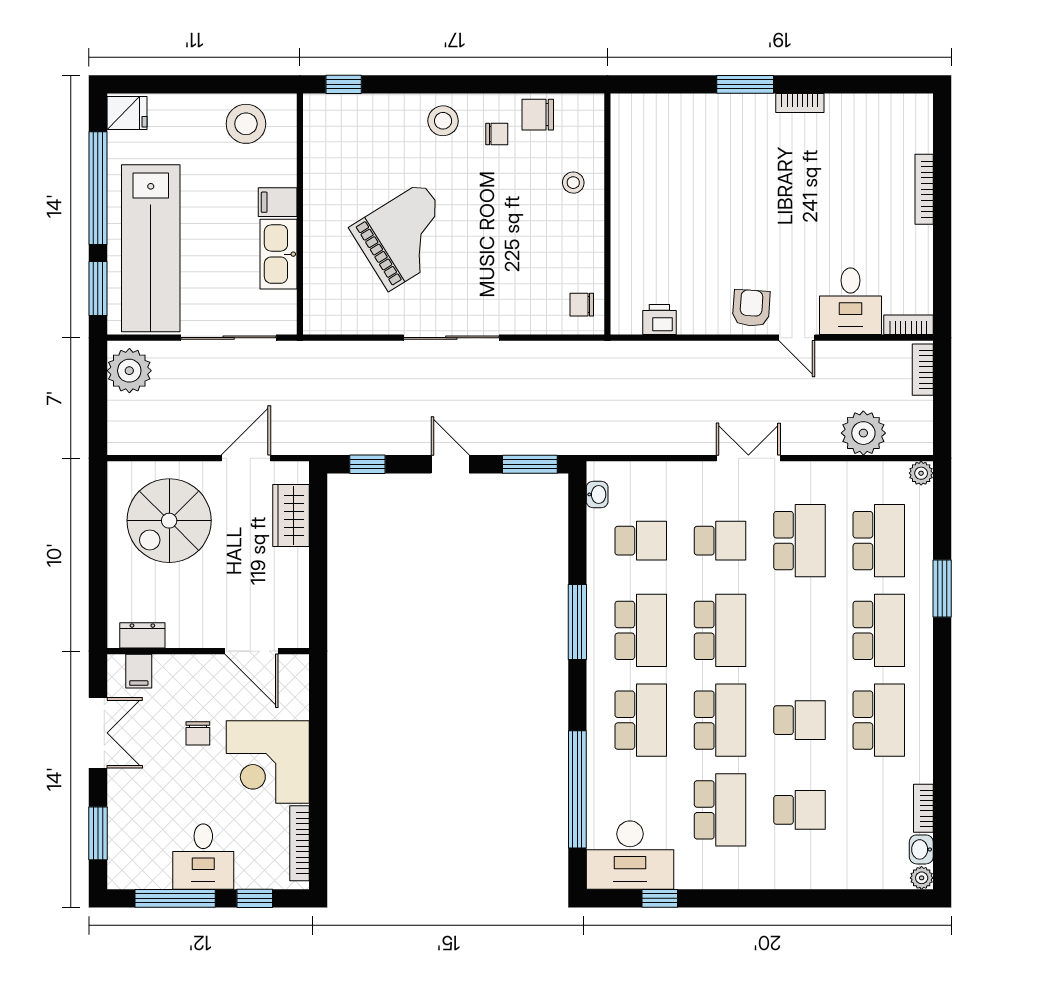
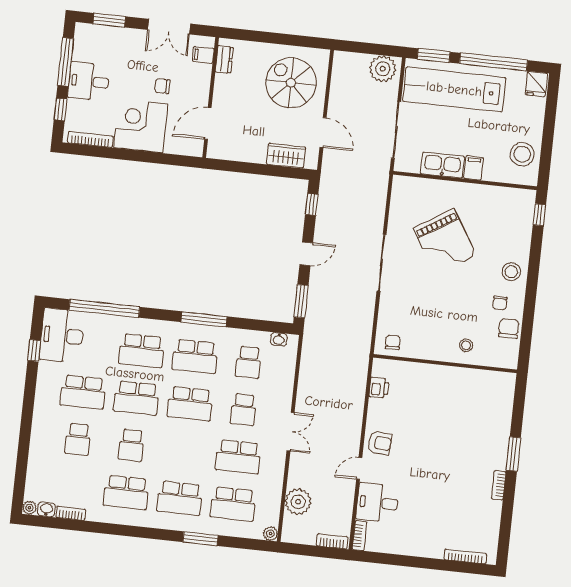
bookcase: (924, 189) -> (465, 557), moved

